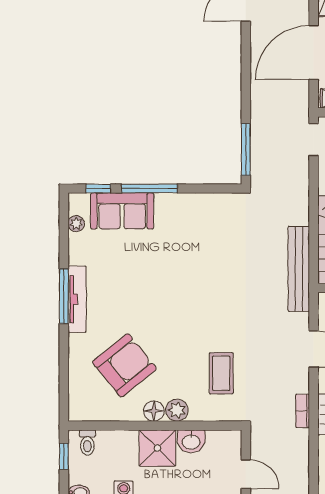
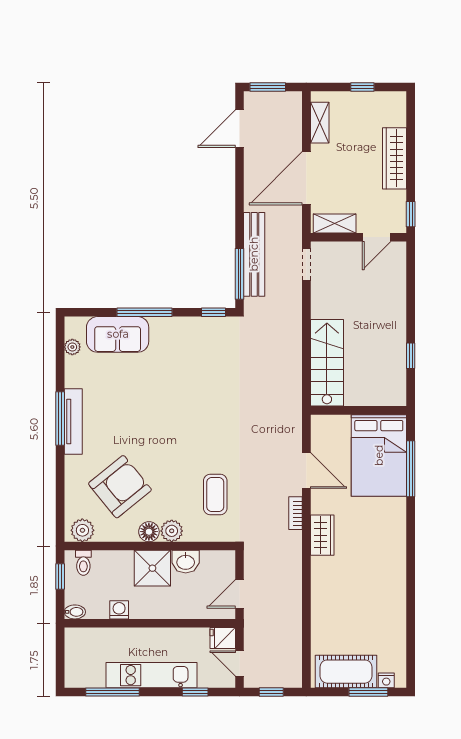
window: (98, 189) -> (214, 312), moved
bench: (299, 269) -> (254, 254), moved
plant: (86, 410) -> (82, 530), added
bookcase: (303, 411) -> (296, 513), moved
door: (246, 474) -> (240, 594), swing flipped

